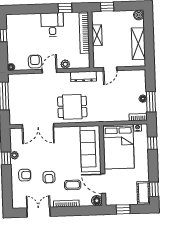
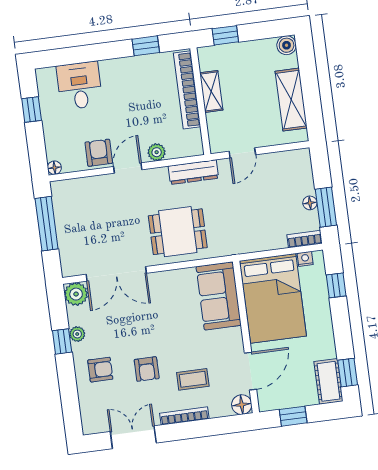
desk: (52, 25) -> (79, 86), moved
plant: (16, 134) -> (76, 294), added
sofa: (91, 149) -> (219, 296), width x0.73
door: (103, 184) -> (250, 371), swing flipped

